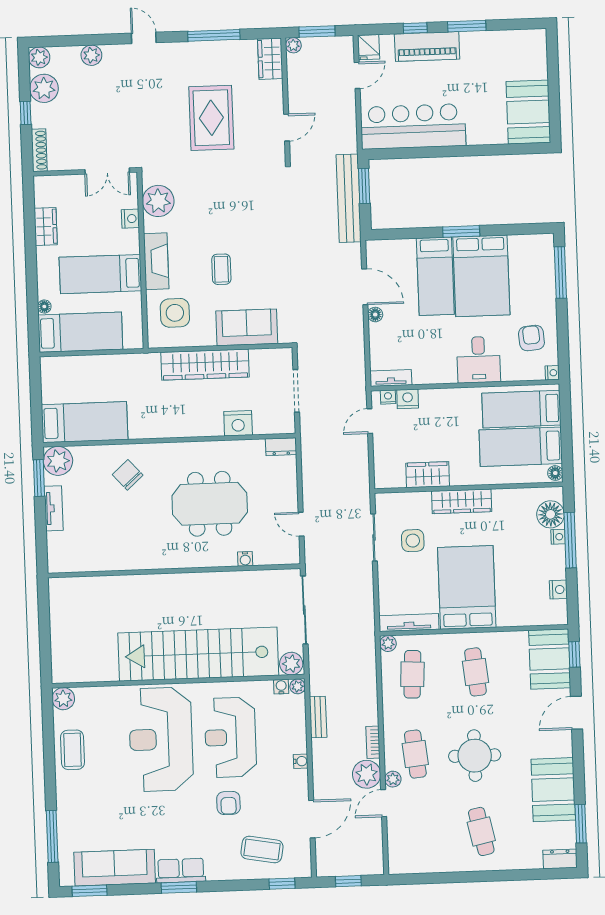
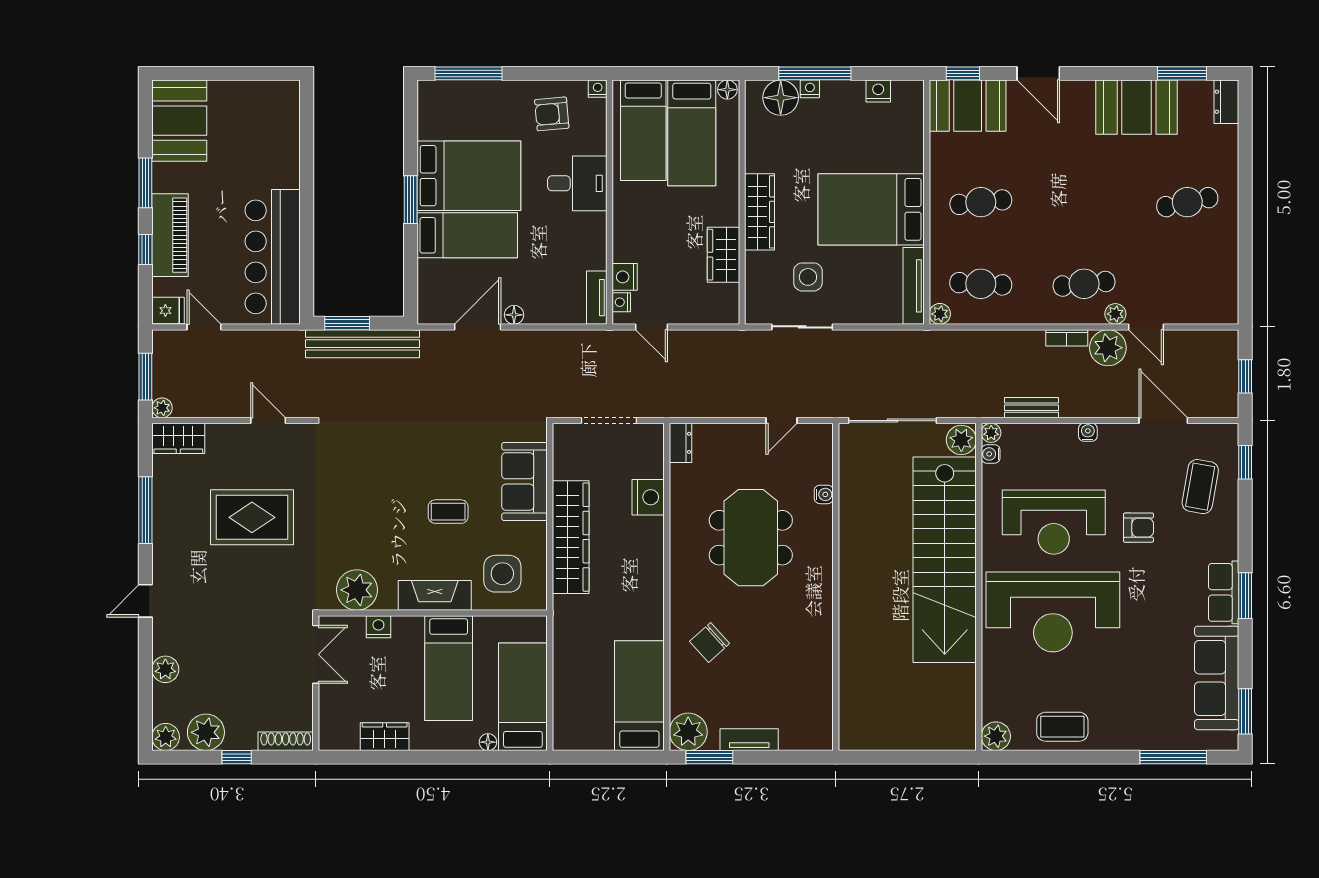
booth: (528, 112) -> (179, 121), moved, turned 90
round table: (475, 756) -> (1089, 207), removed

